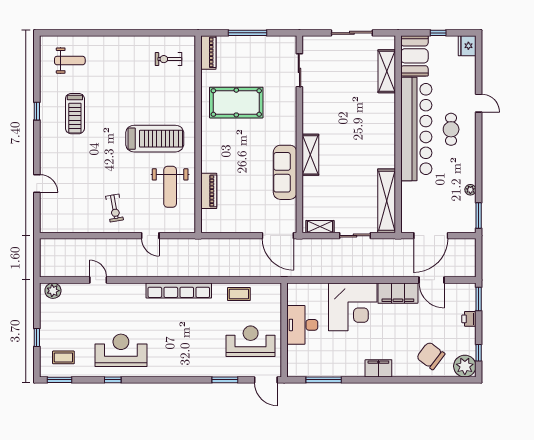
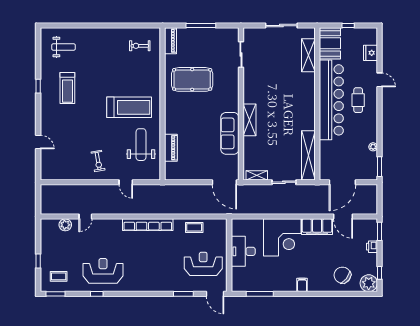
fridge: (467, 46) -> (370, 53), moved
weight bench: (170, 187) -> (141, 145), turned 180
door: (98, 280) -> (85, 217), swing flipped
plant: (53, 291) -> (65, 225), moved
filing cabinet: (378, 368) -> (302, 285), width x0.50

